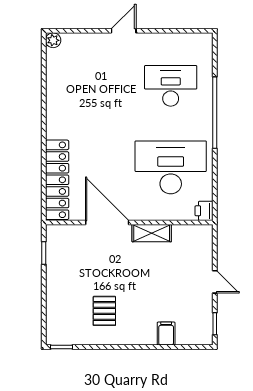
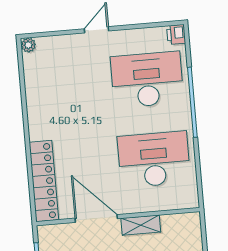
desk: (171, 86) -> (147, 80), width x1.36, depth x1.30
printer: (204, 211) -> (176, 34), moved

